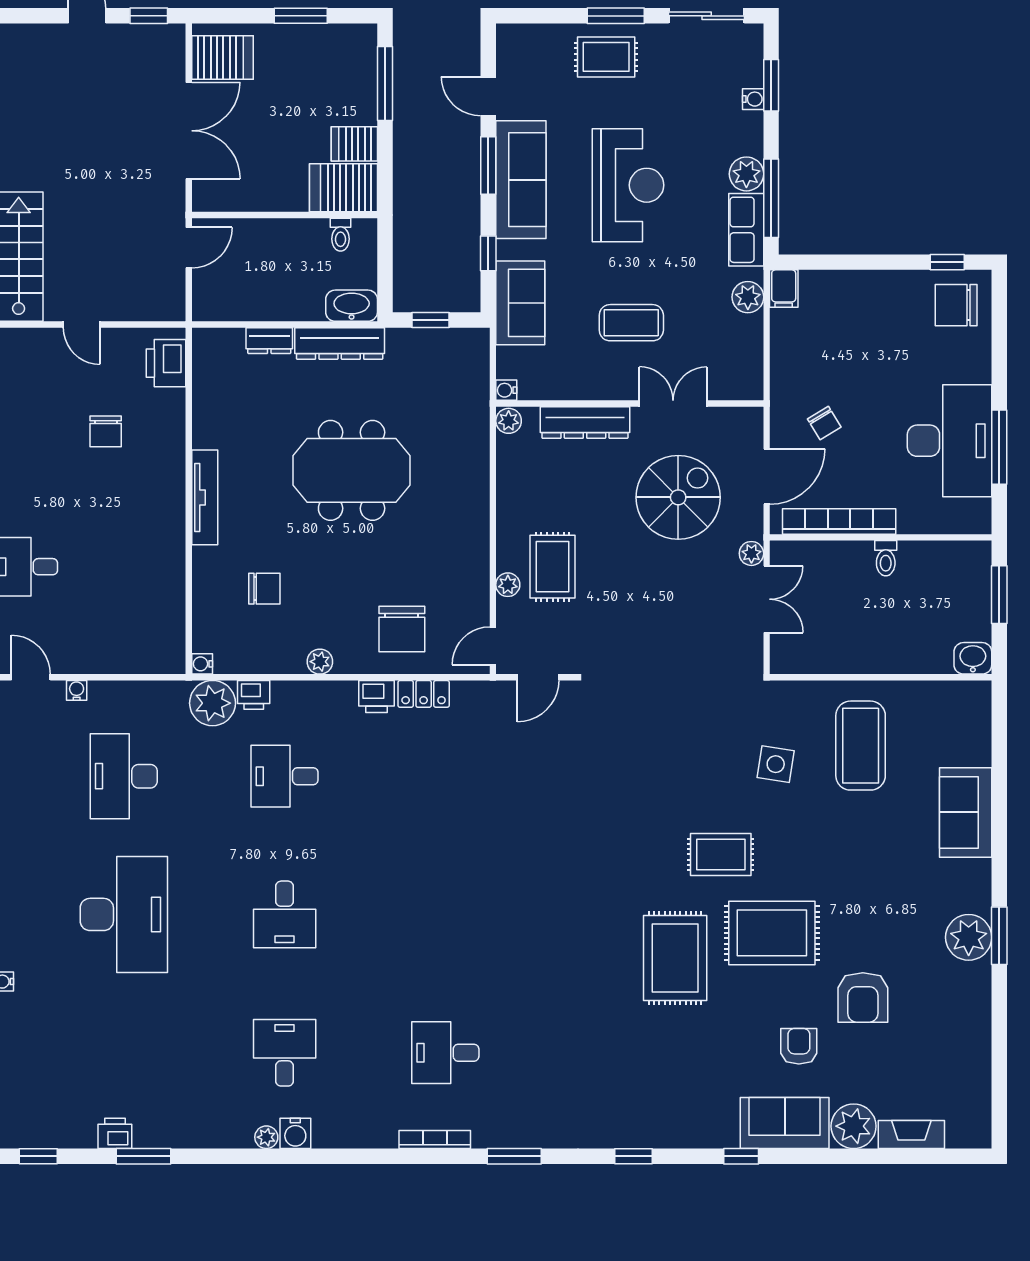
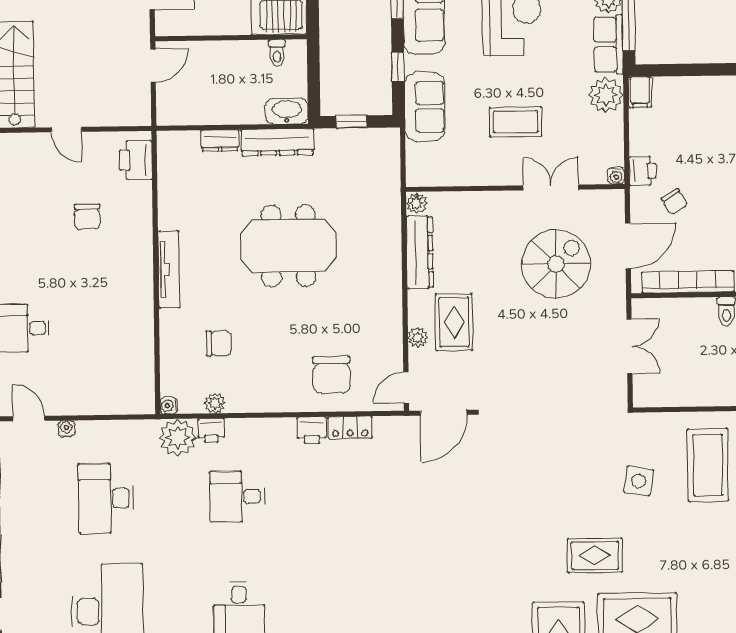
plant: (748, 297) -> (606, 95), width x1.36, depth x1.36
printer: (786, 385) -> (643, 171), added
water cooler: (506, 390) -> (616, 176), moved, turned -90
dresser: (585, 423) -> (420, 252), moved, turned -90
plant: (751, 553) -> (617, 309), removed
plant: (320, 662) -> (215, 403), moved
door: (538, 677) -> (444, 413), width x1.38

